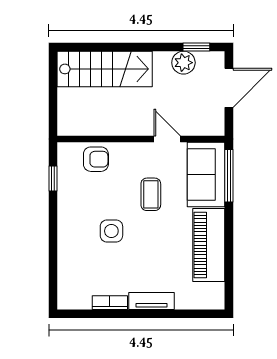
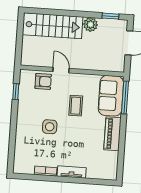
plant: (183, 63) -> (91, 24), moved
door: (167, 139) -> (61, 70), moved
piano: (209, 245) -> (112, 134), width x0.73, depth x0.75

